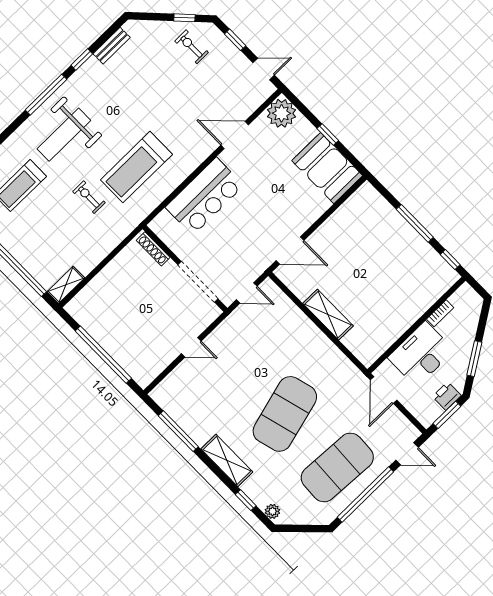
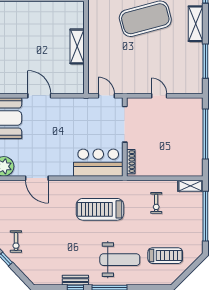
bench: (112, 46) -> (75, 280), moved
treadmill: (136, 167) -> (100, 209), turned 180
bar counter: (205, 196) -> (98, 163), moved
exercise bike: (89, 197) -> (156, 203), moved
door: (290, 251) -> (39, 96), moved

